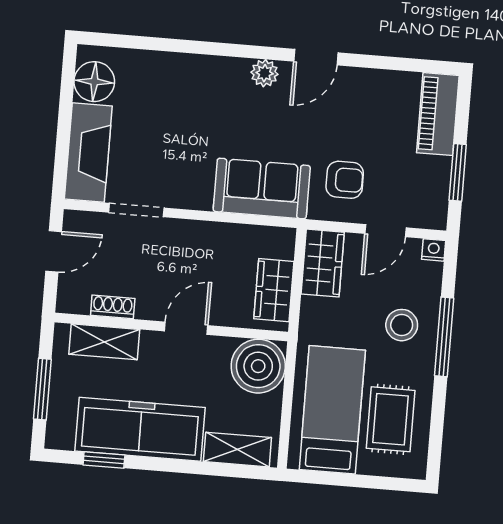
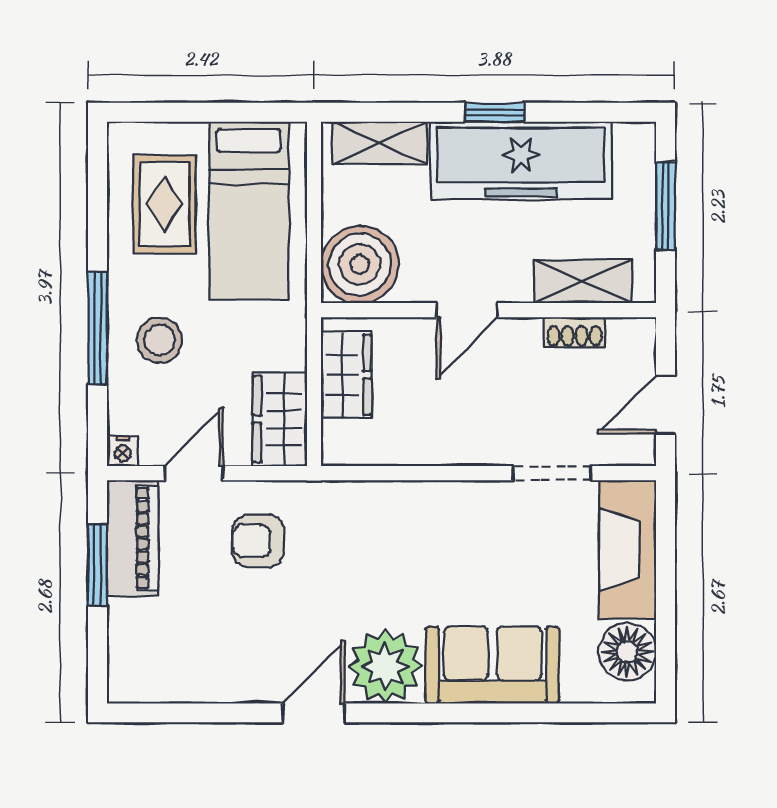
plant: (265, 73) -> (385, 667), width x1.87, depth x1.87
piano: (438, 114) -> (133, 538), moved
sofa: (262, 189) -> (493, 665), moved, turned 180
window: (104, 460) -> (495, 112), moved

